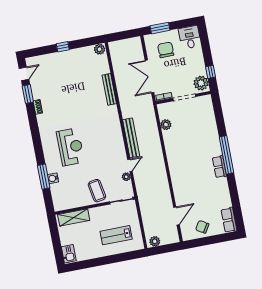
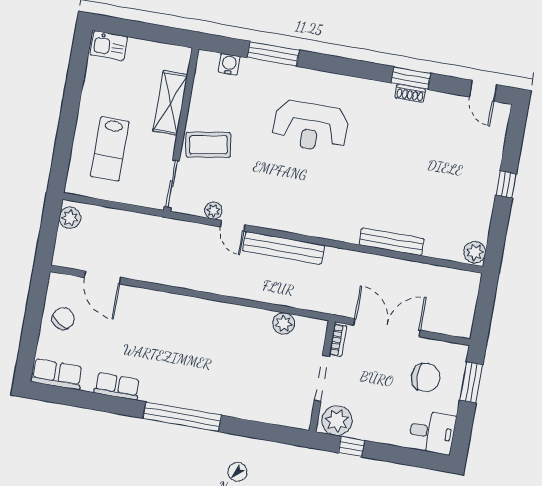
window: (28, 94) -> (411, 78), moved
row of seats: (219, 167) -> (117, 386), moved
water cooler: (53, 178) -> (229, 64), moved
shelving: (74, 217) -> (170, 103), moved
lab bench: (116, 235) -> (110, 149), turned 180

